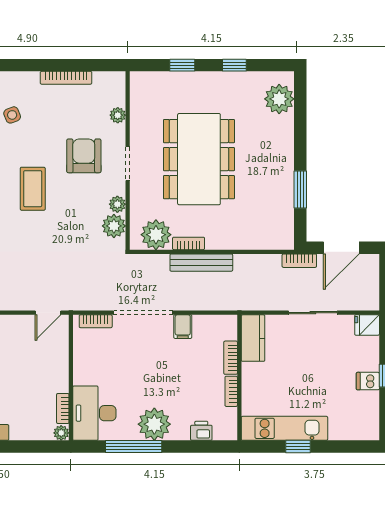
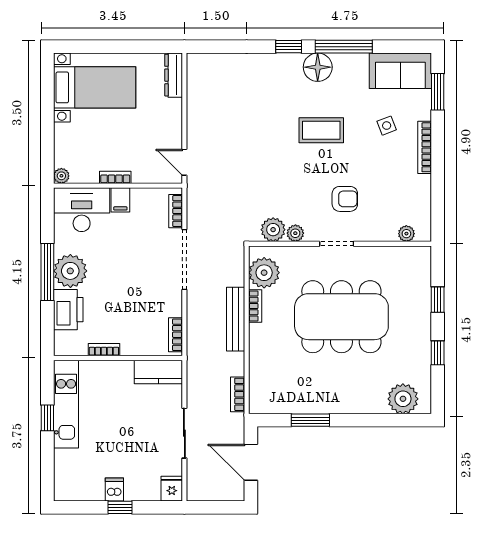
bookcase: (66, 78) -> (425, 147), moved
plant: (118, 115) -> (406, 234), moved
armchair: (84, 156) -> (345, 199), width x0.72, depth x0.72
coffee table: (33, 189) -> (321, 130), moved
bookcase: (299, 261) -> (238, 394), moved
filing cabinet: (183, 327) -> (120, 200), moved, turned -90
bookcase: (231, 358) -> (175, 335), moved, turned -90
bookcase: (63, 408) -> (115, 177), moved
printer: (201, 431) -> (68, 310), width x1.87, depth x1.48
window: (134, 447) -> (47, 272), moved

